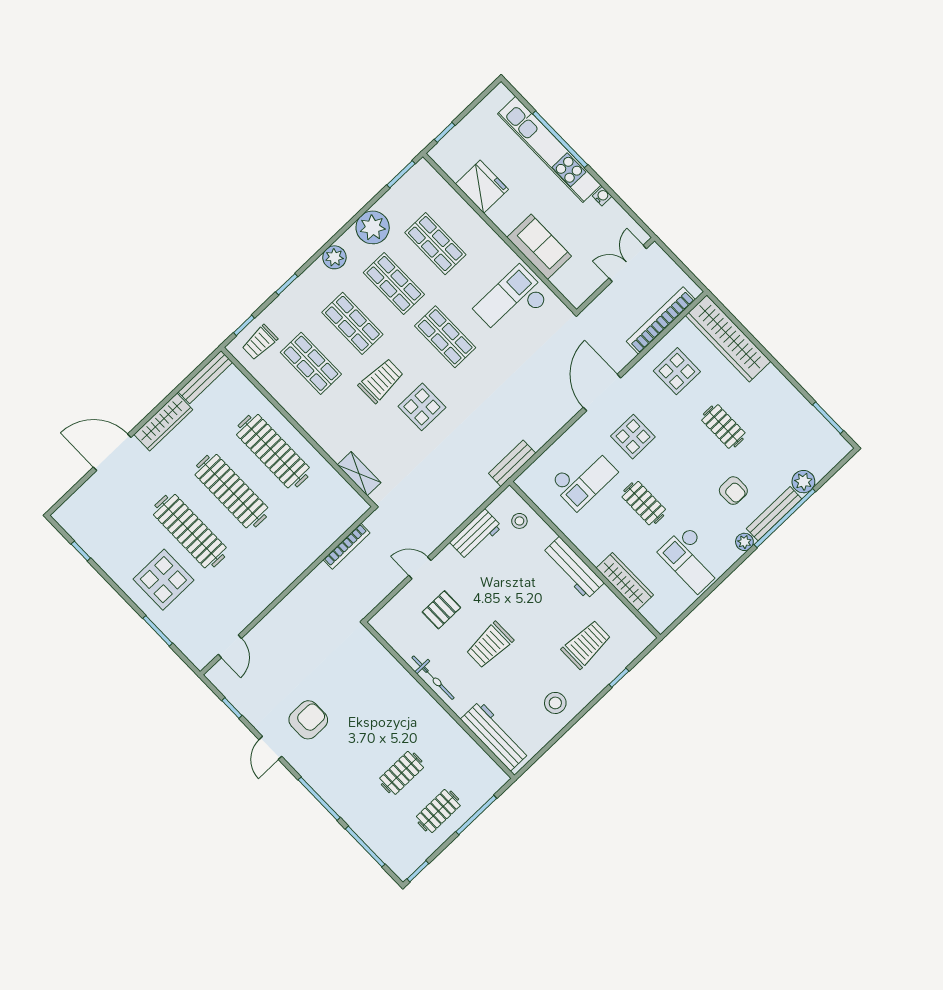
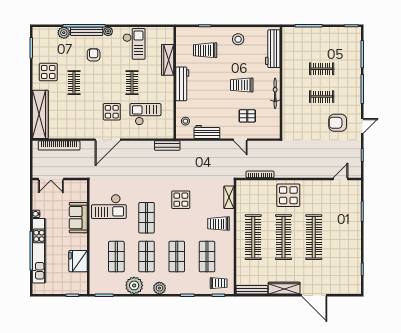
display table: (677, 371) -> (48, 72), moved
trolley: (381, 381) -> (219, 224), moved
display table: (163, 580) -> (288, 195), moved
trolley: (490, 645) -> (242, 85), turned 180
clothes rail: (438, 811) -> (322, 97), moved

